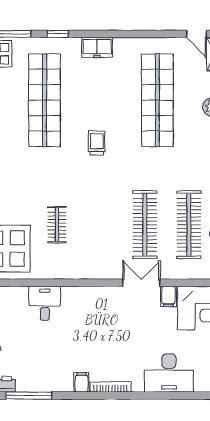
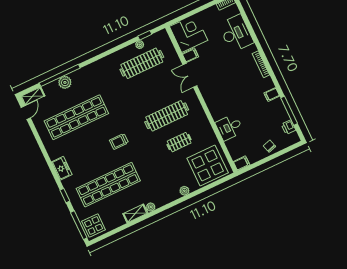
clothes rail: (145, 225) -> (167, 116), moved
filing cabinet: (82, 382) -> (272, 94), moved

